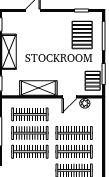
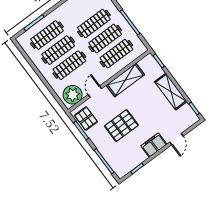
filing cabinet: (54, 19) -> (154, 145), added
pallet: (82, 35) -> (121, 126), moved, turned 90
plant: (85, 103) -> (73, 95), width x1.87, depth x1.87

